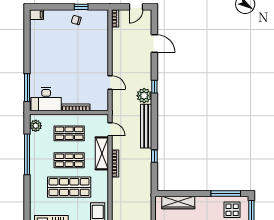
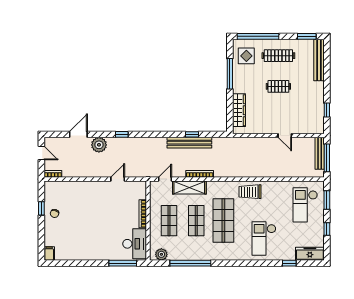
plant: (144, 96) -> (99, 145), moved
bench: (146, 126) -> (189, 143), moved
window: (226, 194) -> (230, 74), moved

